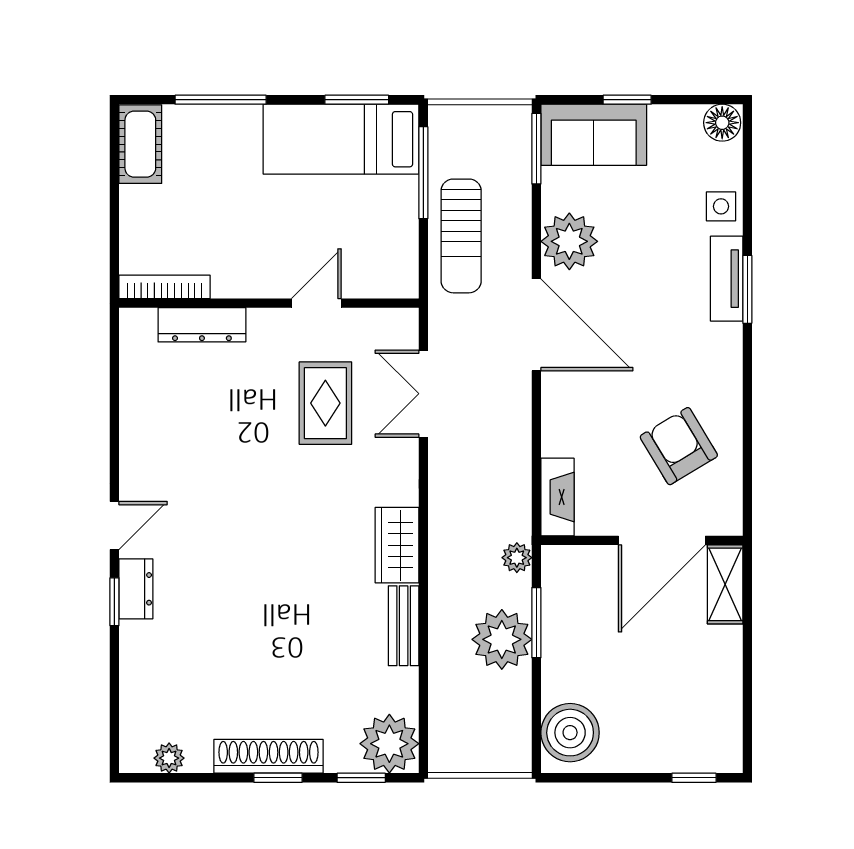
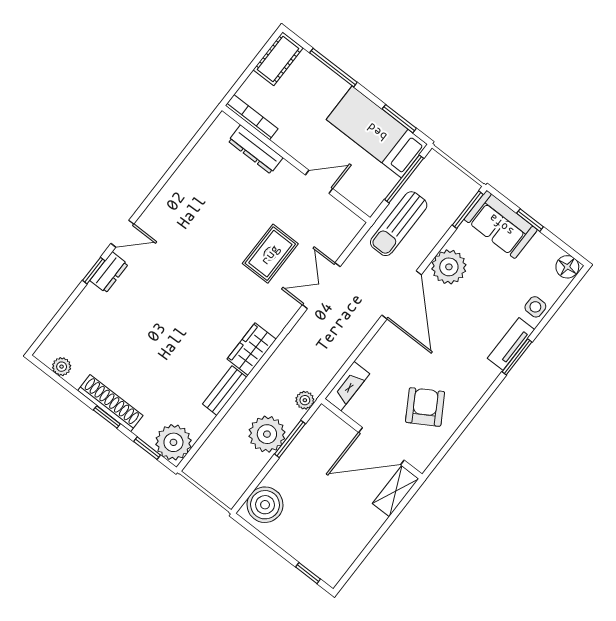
bookcase: (165, 287) -> (252, 117), moved
wall: (269, 303) -> (296, 164), moved
door: (316, 303) -> (319, 182), moved
dresser: (202, 325) -> (256, 149), moved

